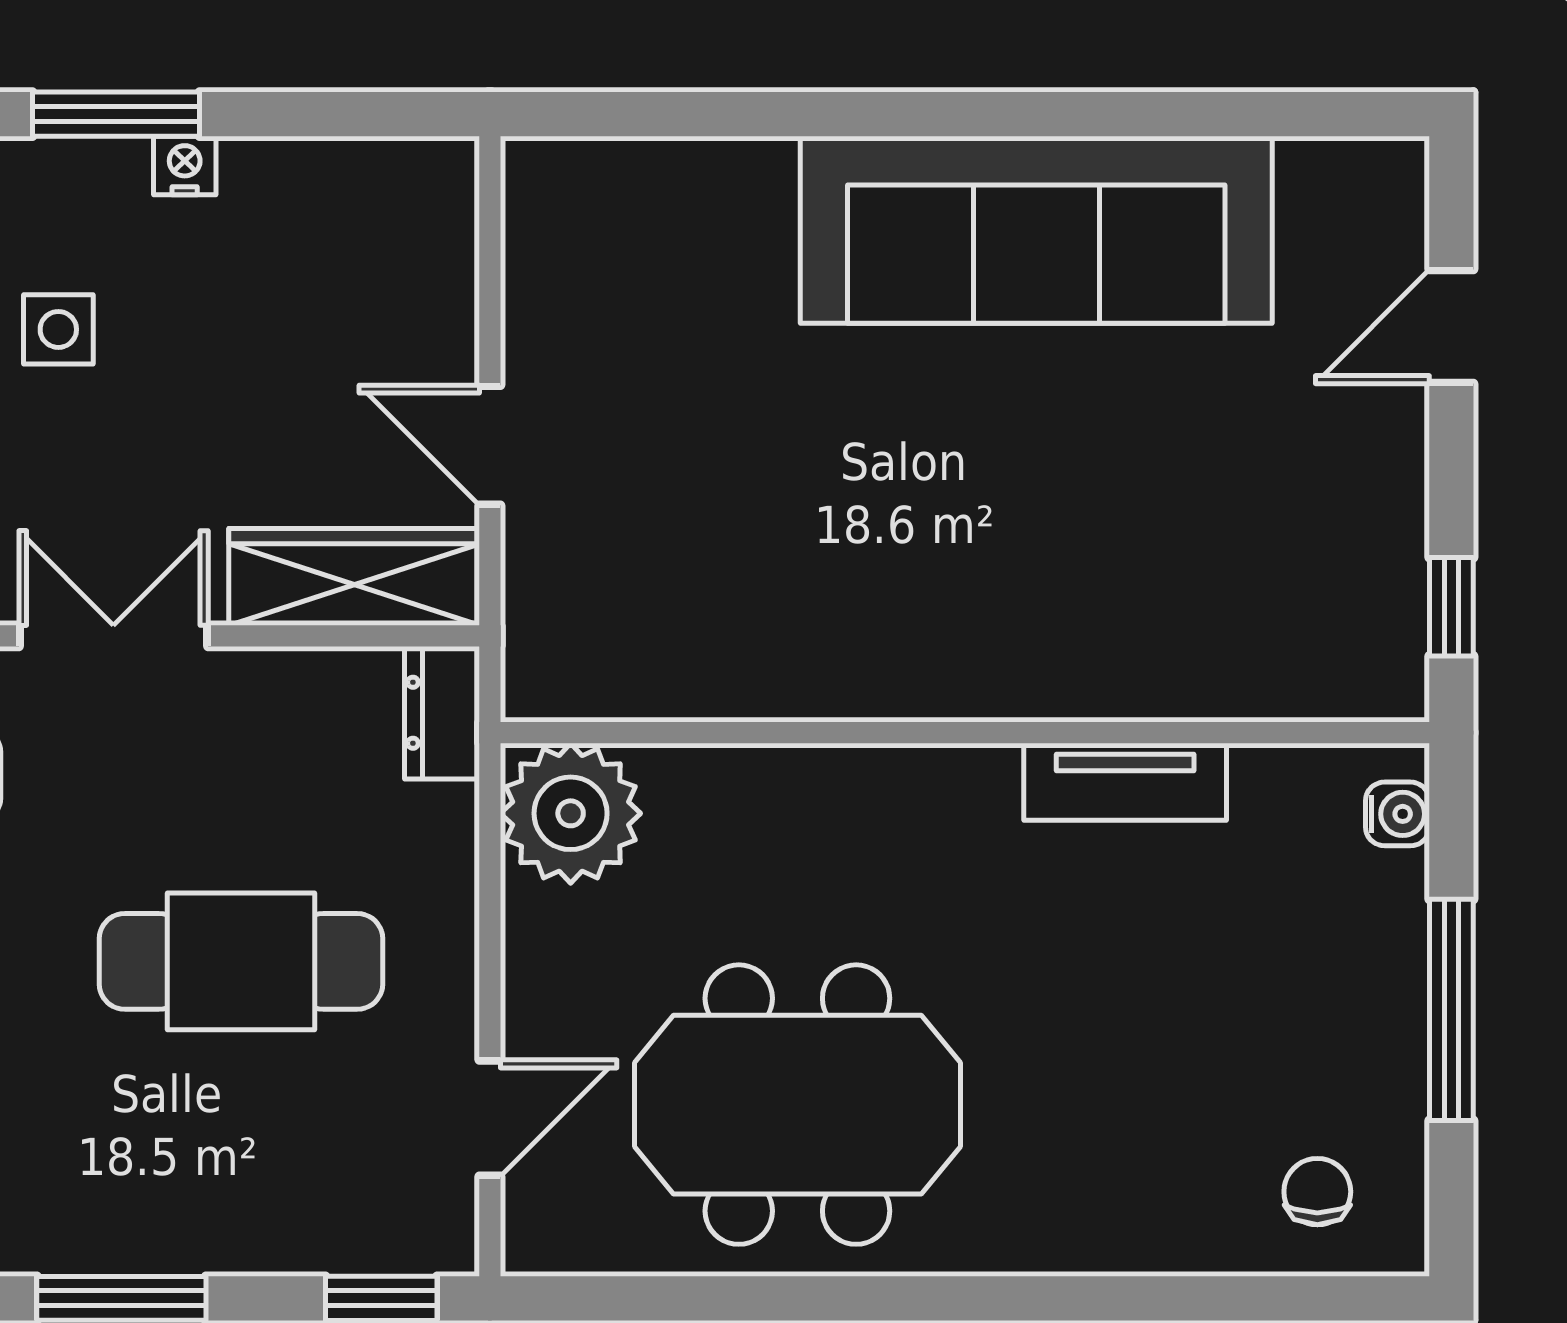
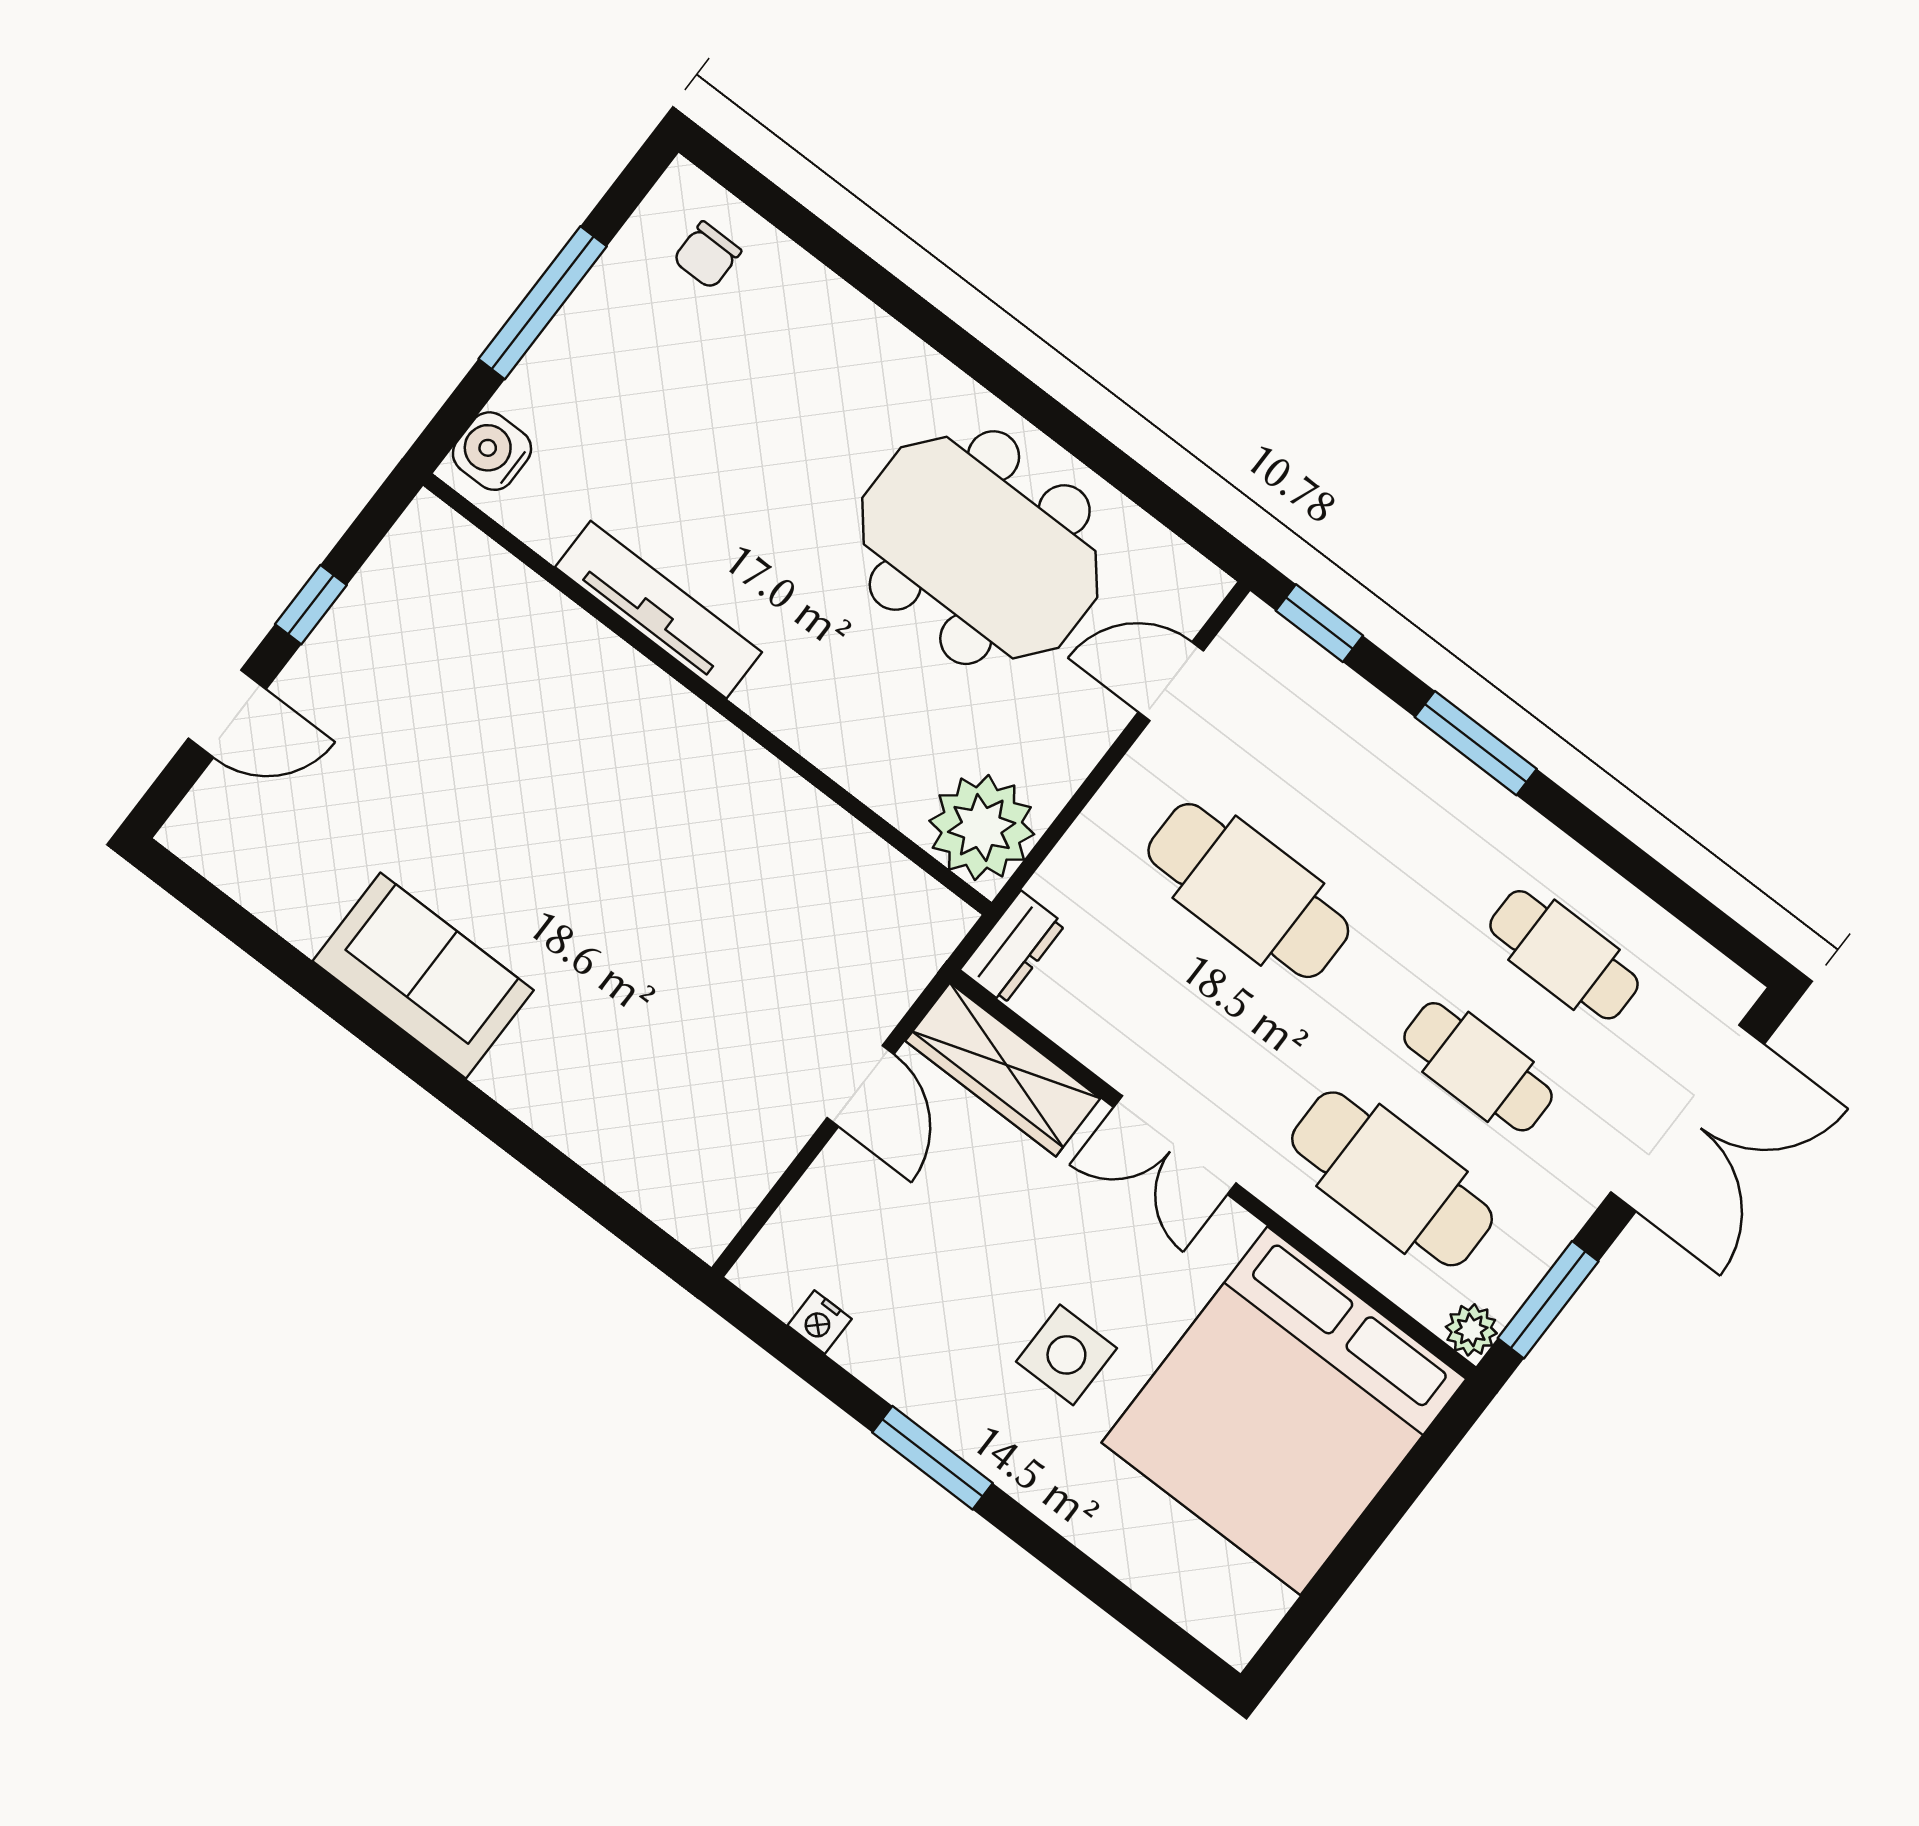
nightstand: (185, 166) -> (820, 1322), moved
sofa: (1036, 230) -> (423, 976), width x0.54, depth x0.79
side table: (58, 329) -> (1066, 1355), width x1.37, depth x1.37
window: (1451, 607) -> (311, 605), moved
tv unit: (1125, 782) -> (659, 610), width x1.41
water cooler: (1398, 814) -> (492, 451), width x1.38, depth x1.38

